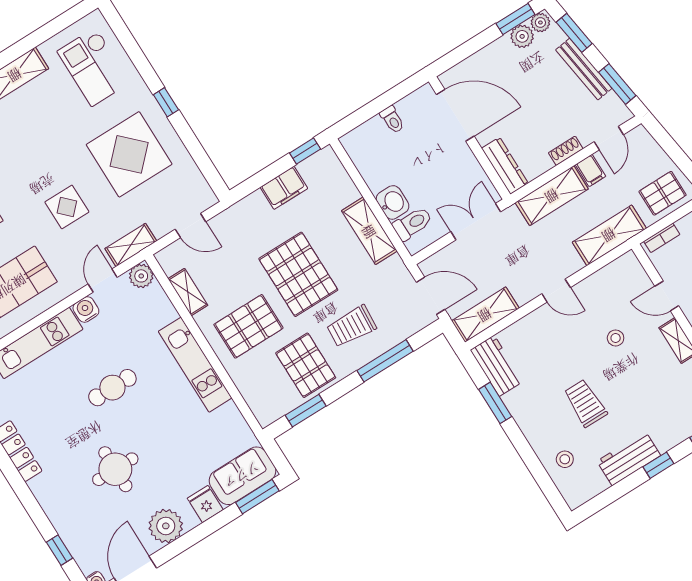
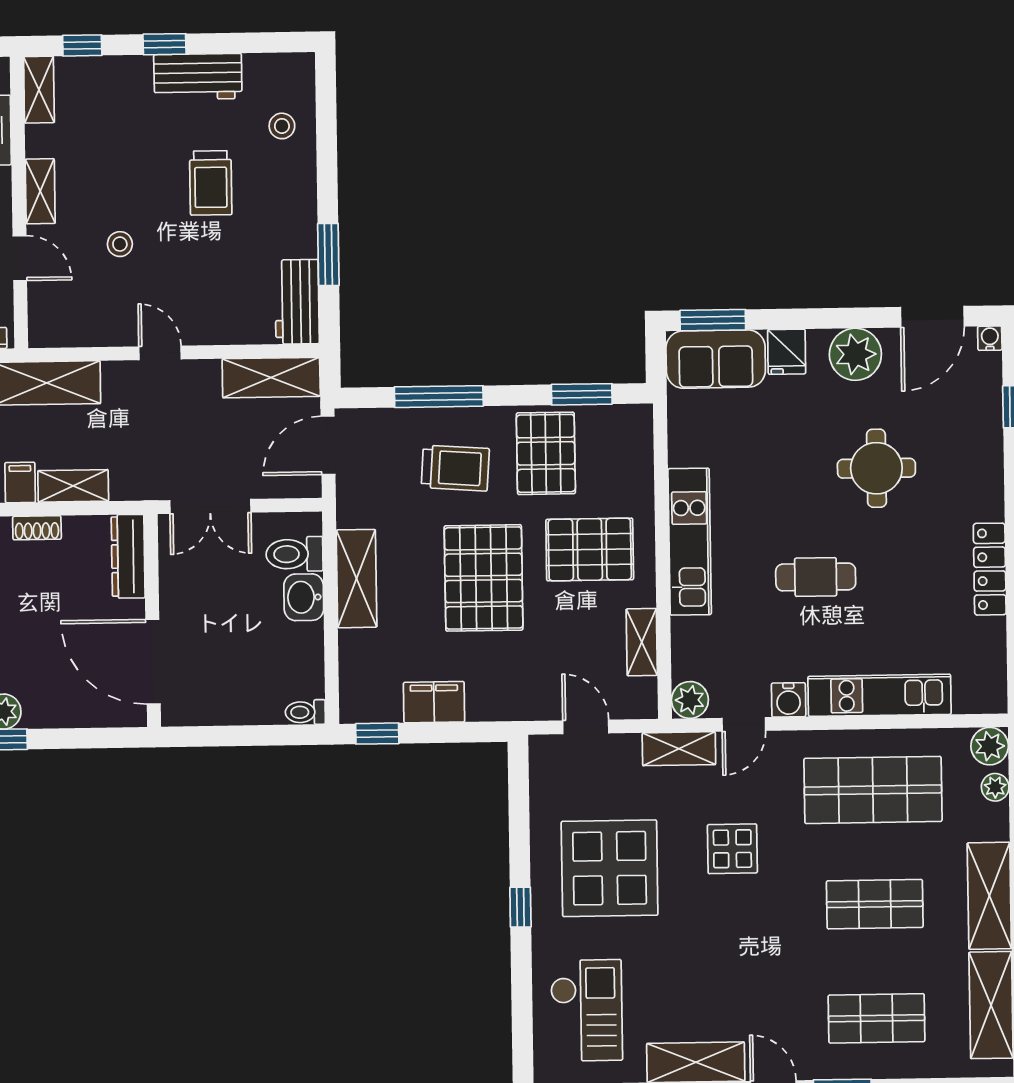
toilet: (392, 120) -> (305, 712), moved, turned -90
shelving: (552, 196) -> (73, 486), width x0.67, depth x0.75
door: (431, 296) -> (328, 445), hinge flipped

